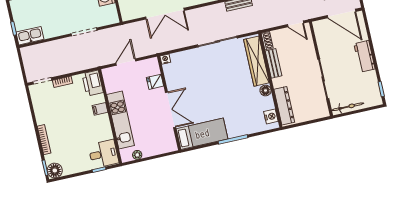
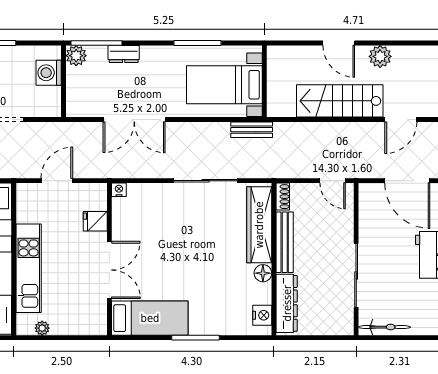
bench: (273, 63) -> (285, 242), width x1.36

